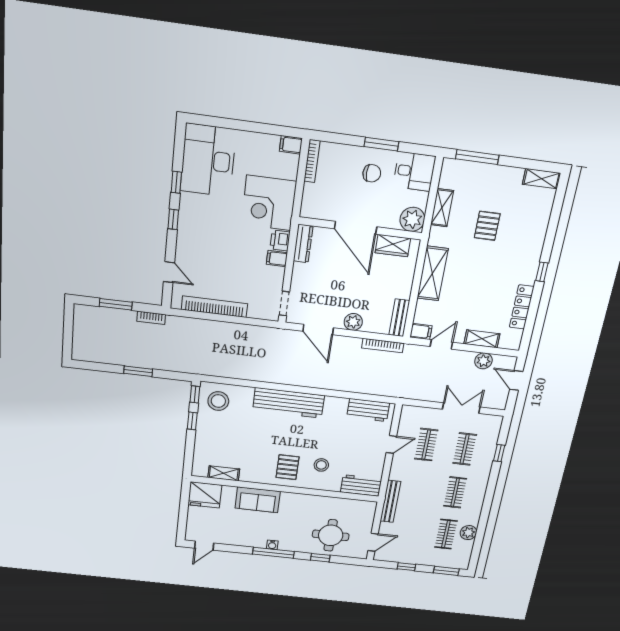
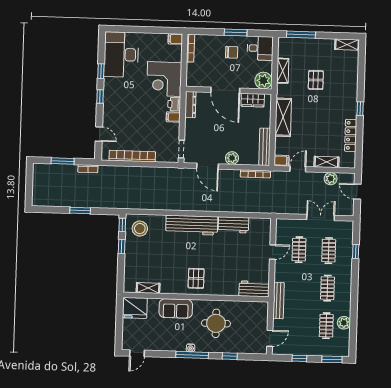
bench: (399, 318) -> (265, 147), width x1.36
workbench: (368, 410) -> (233, 225), moved
stool: (321, 465) -> (222, 274), removed
round table: (331, 535) -> (216, 323), moved

